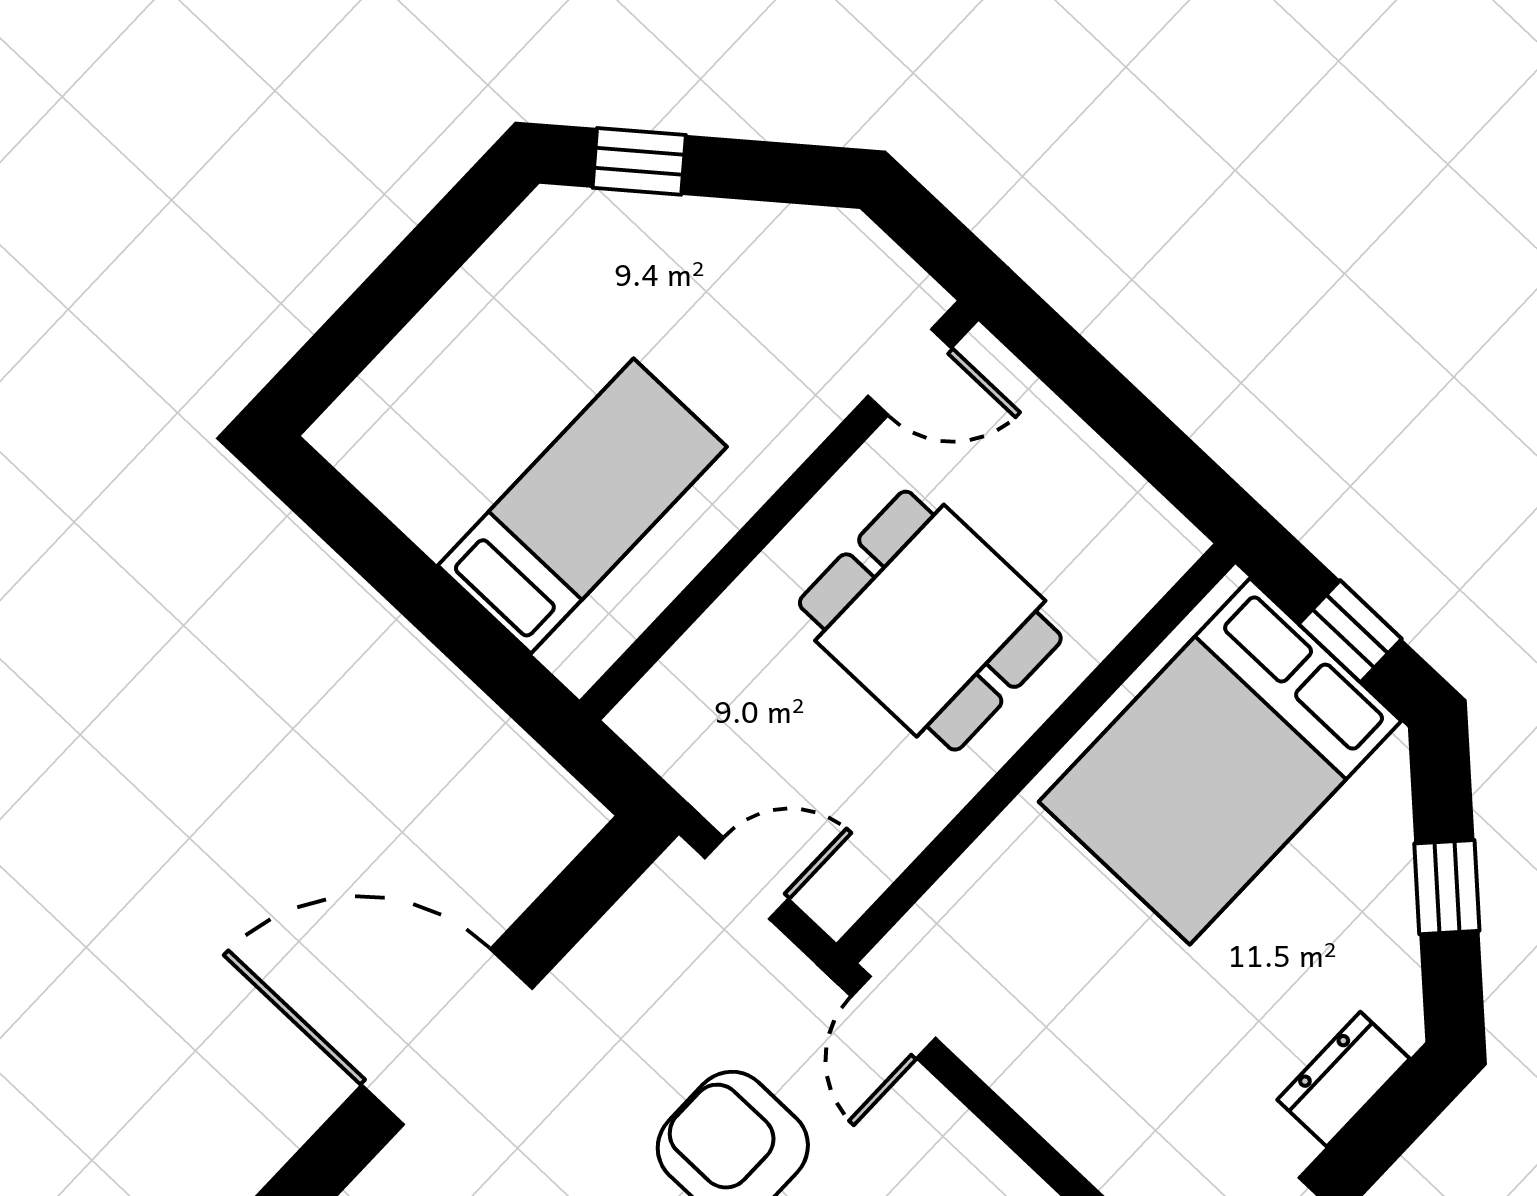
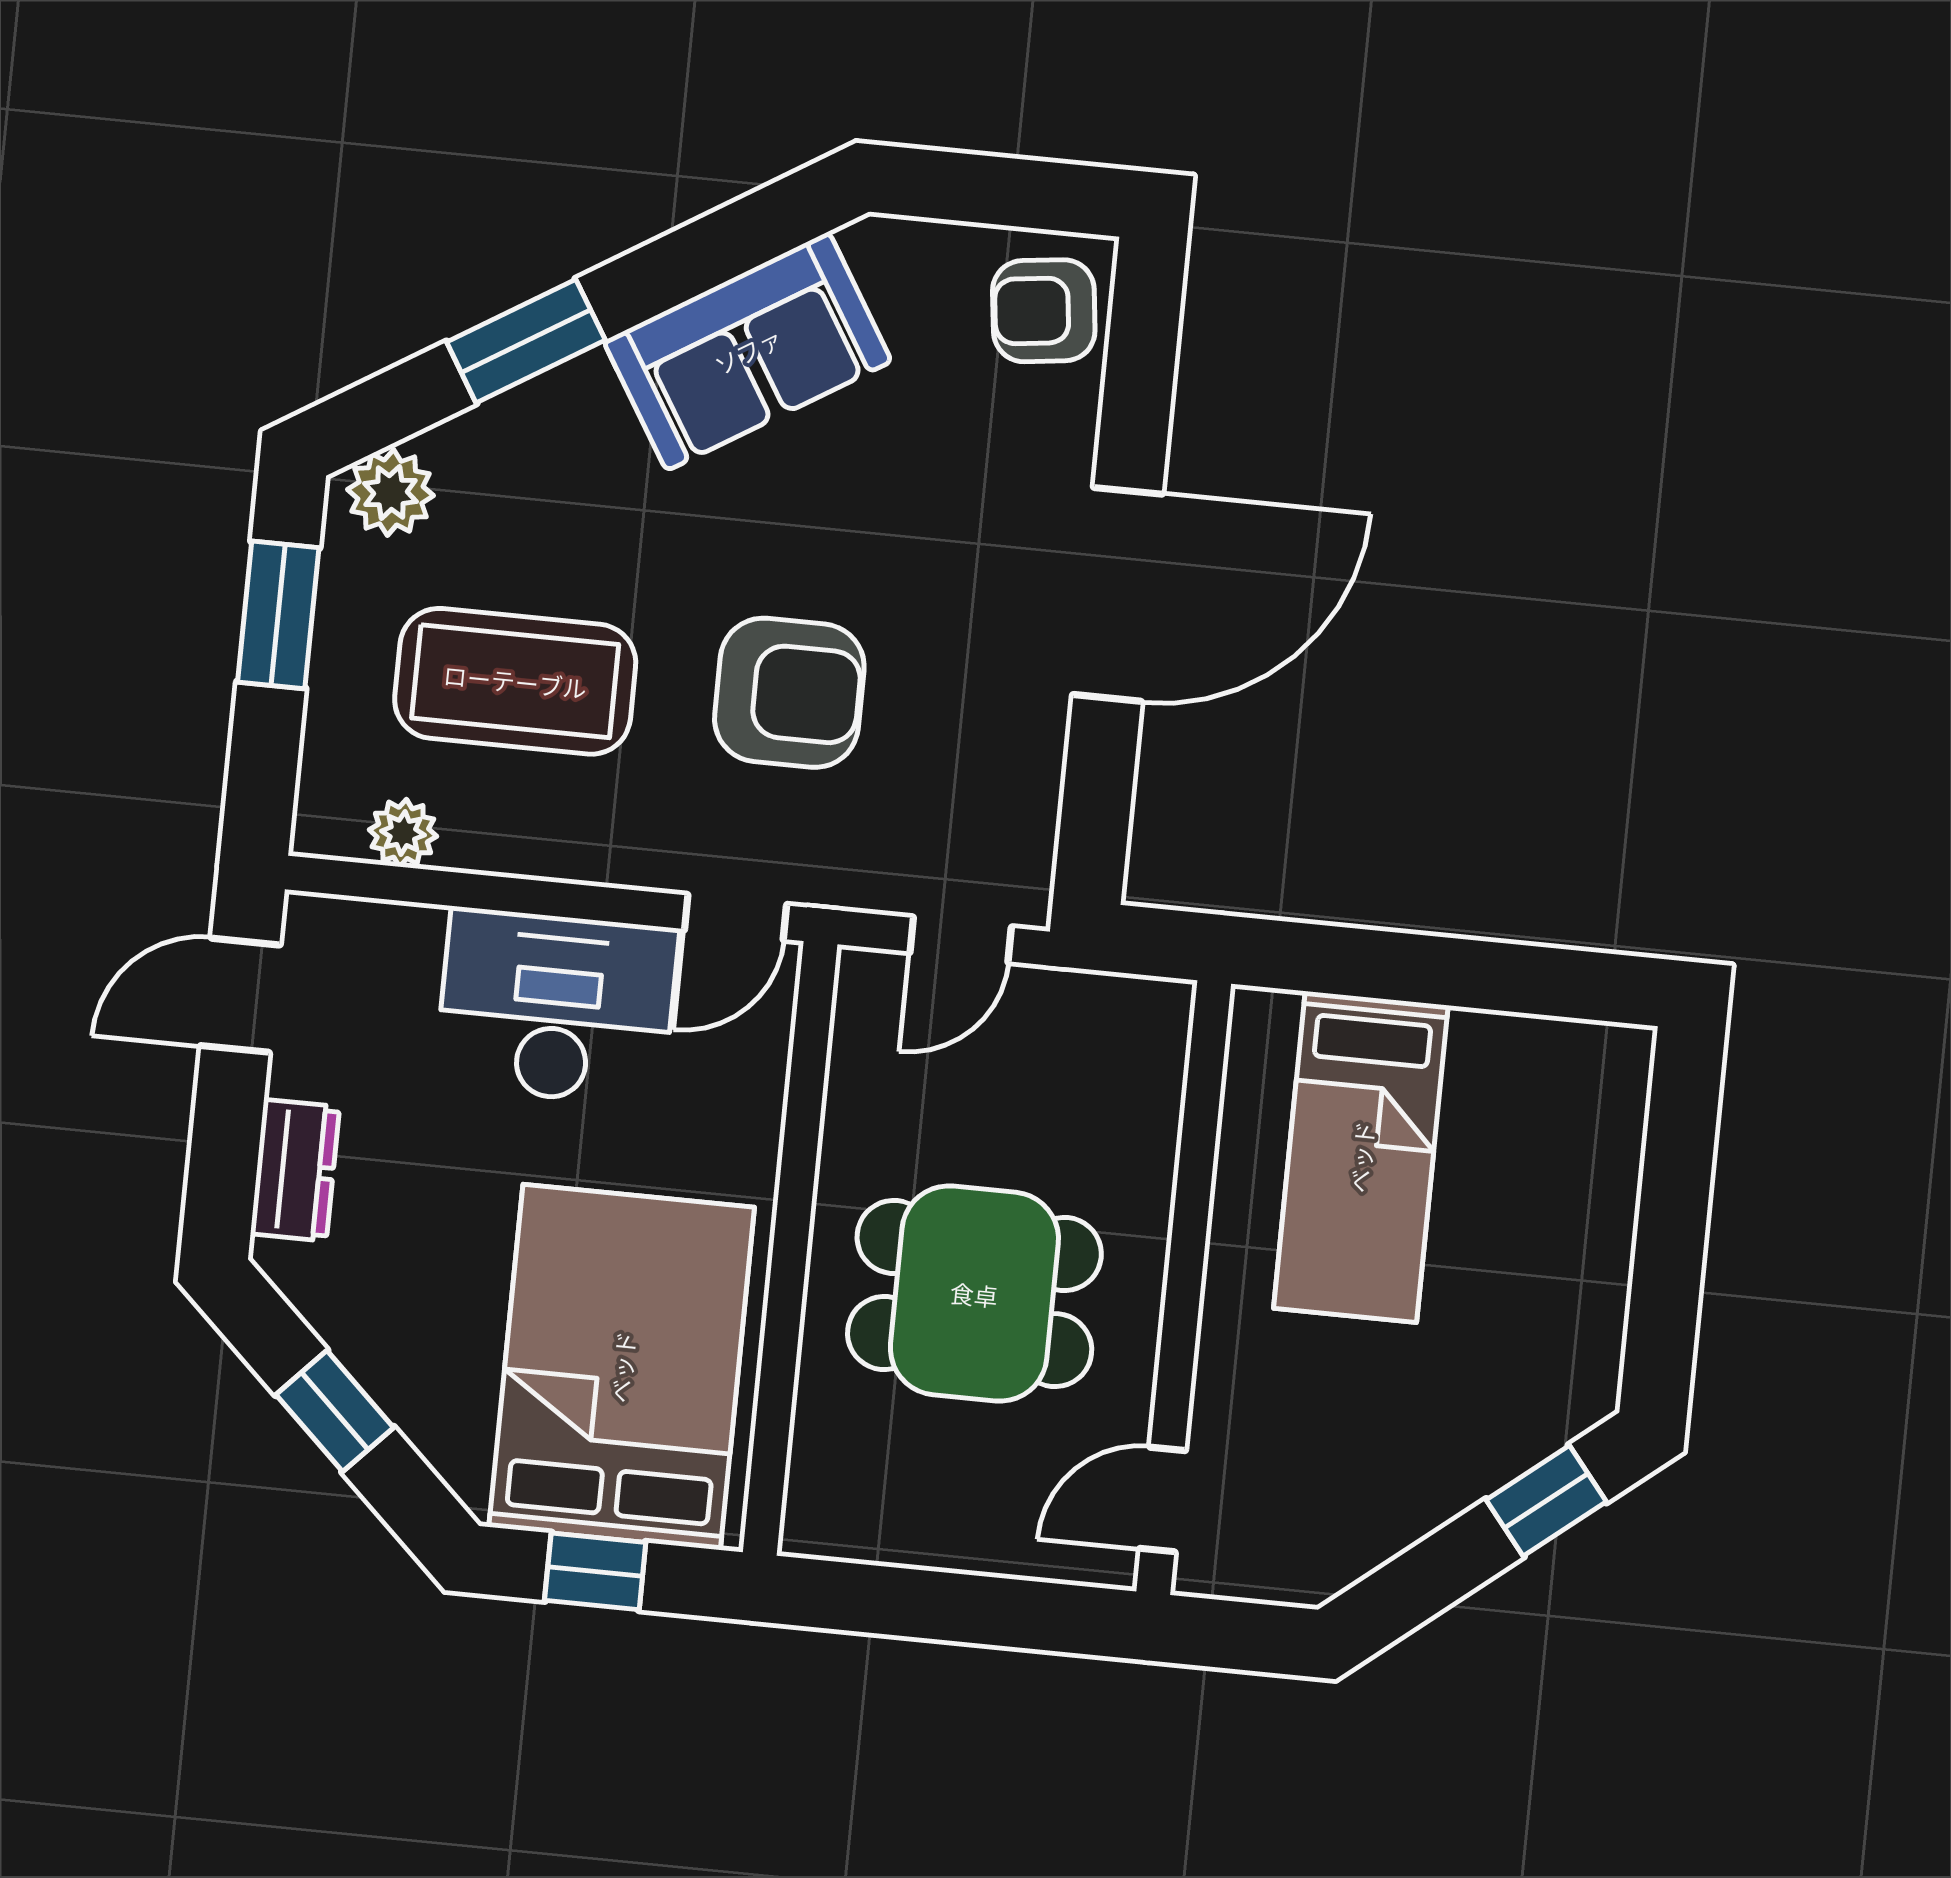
door: (894, 1017) -> (736, 917), swing flipped
desk: (1069, 1052) -> (557, 1007), added

